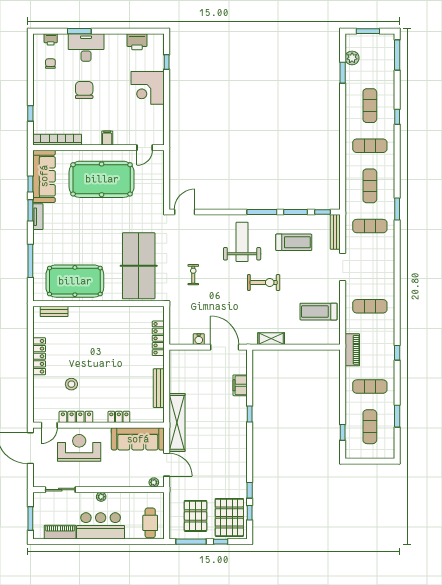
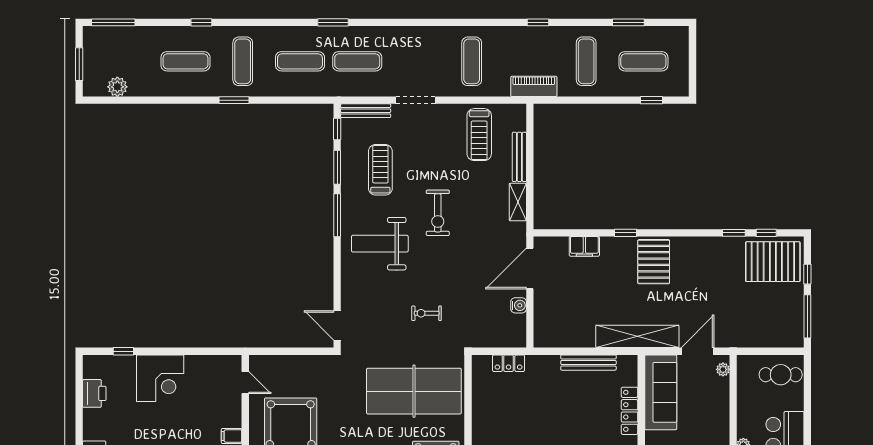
window: (343, 73) -> (234, 100), moved
exercise mat: (370, 226) -> (357, 61), turned 90
exercise bike: (264, 283) -> (438, 213), turned 180
locker: (158, 338) -> (509, 363), width x0.66
bench: (303, 340) -> (519, 157), added
locker: (119, 417) -> (630, 411), width x1.53
pallet: (195, 516) -> (654, 262), moved, turned 90

